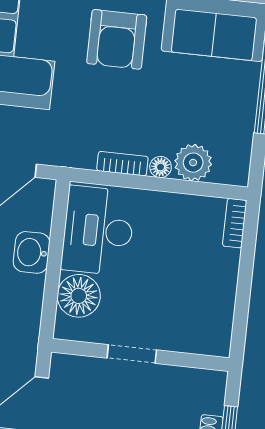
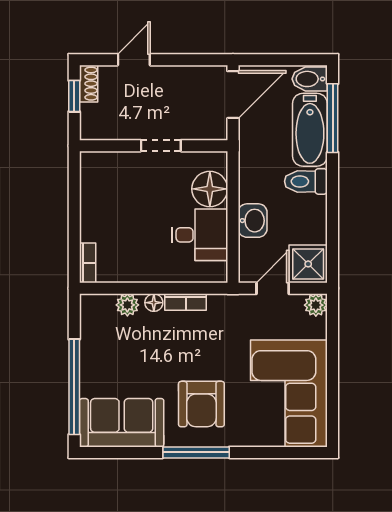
armchair: (117, 39) -> (201, 404), turned 180
plant: (193, 163) -> (127, 305), width x0.73, depth x0.73
desk: (98, 231) -> (200, 235), width x0.73

